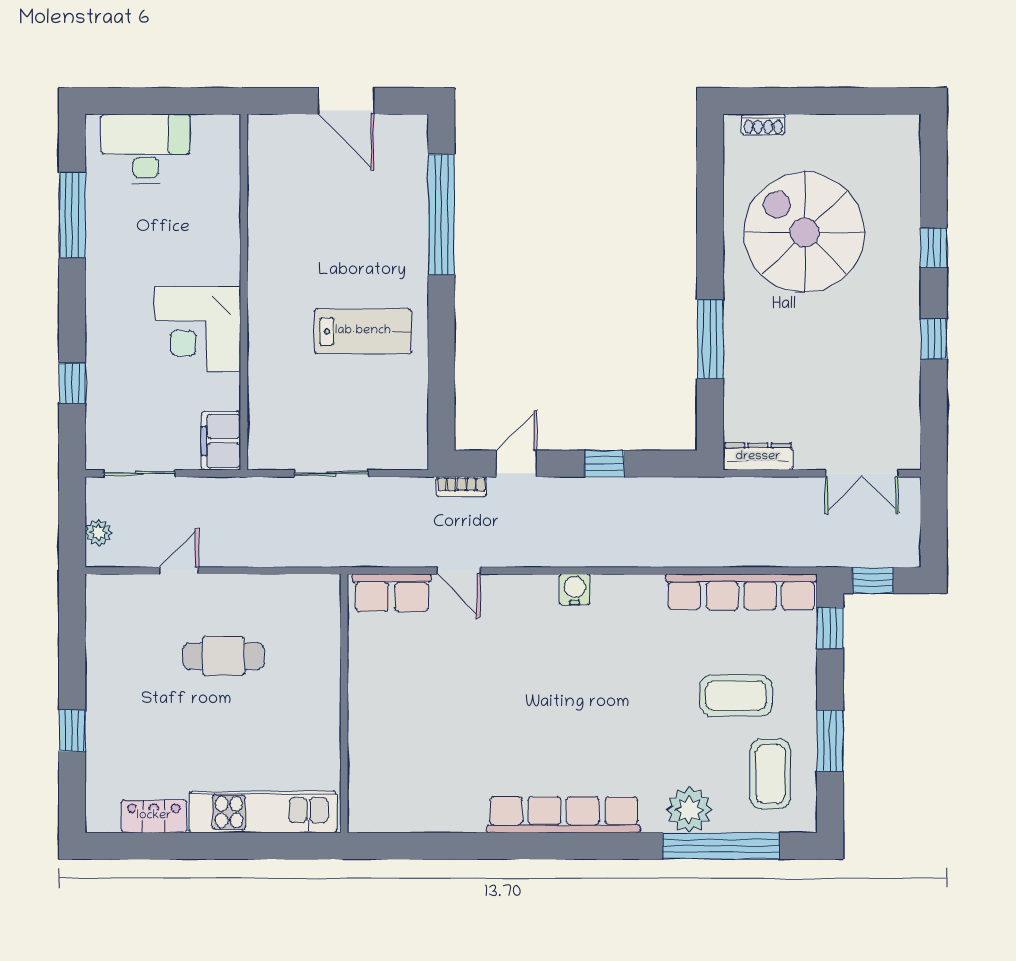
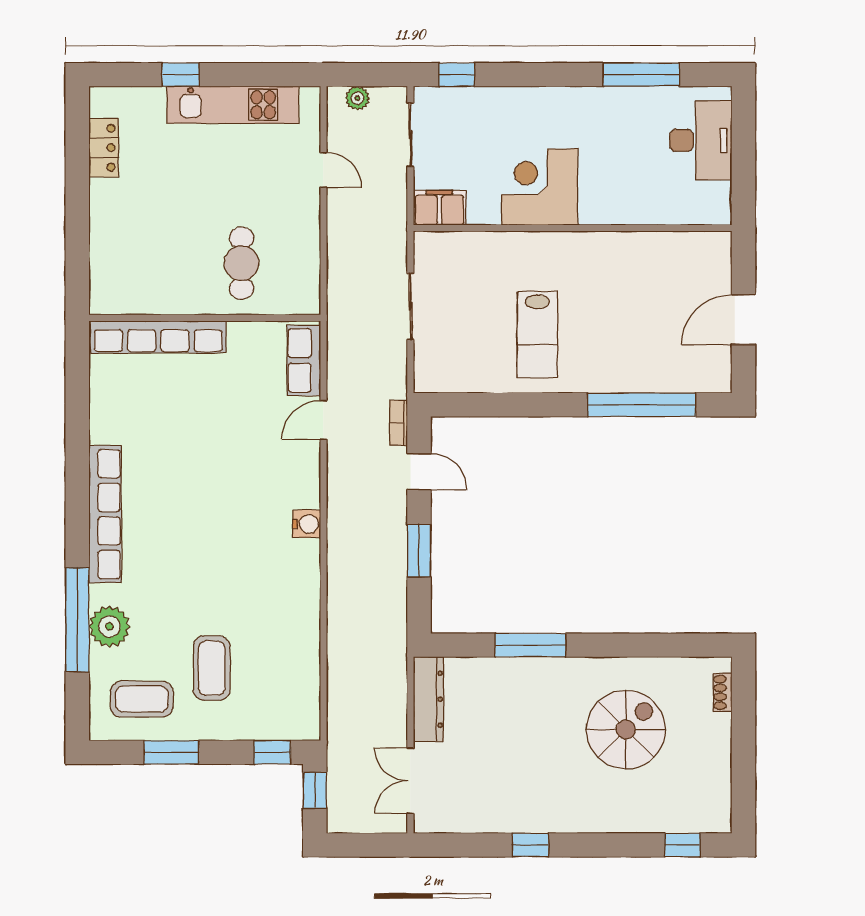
spiral stairs: (805, 232) -> (626, 730), width x0.73, depth x0.73
window: (934, 248) -> (682, 845), moved
window: (72, 383) -> (457, 75), moved
dresser: (758, 457) -> (428, 699), width x1.37, depth x1.24
window: (604, 464) -> (419, 551), width x1.50
row of seats: (741, 592) -> (158, 337), moved, turned -90
cafe table: (223, 656) -> (242, 263), moved
kitchen unit: (263, 812) -> (233, 105), moved, turned 90
window: (721, 846) -> (77, 620), moved

